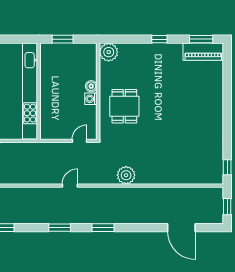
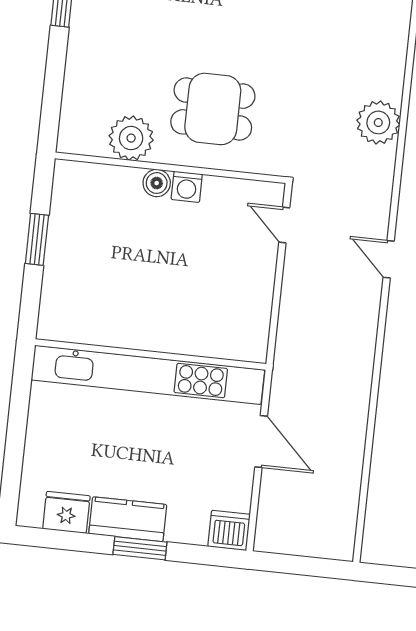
plant: (109, 52) -> (131, 138), moved
kitchen unit: (30, 91) -> (148, 375), moved
wall: (39, 91) -> (151, 355), moved

